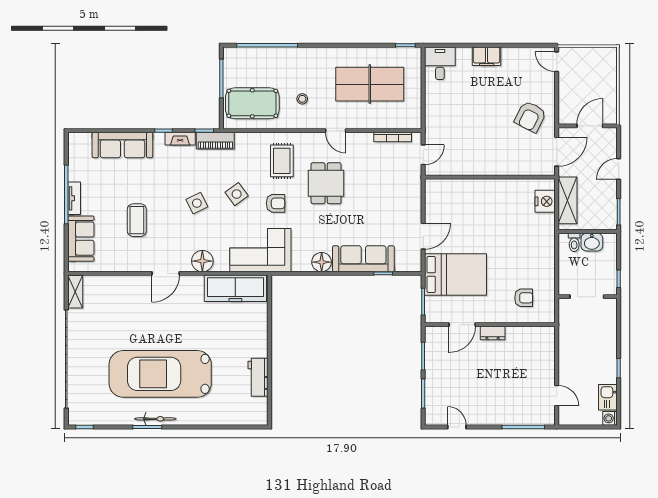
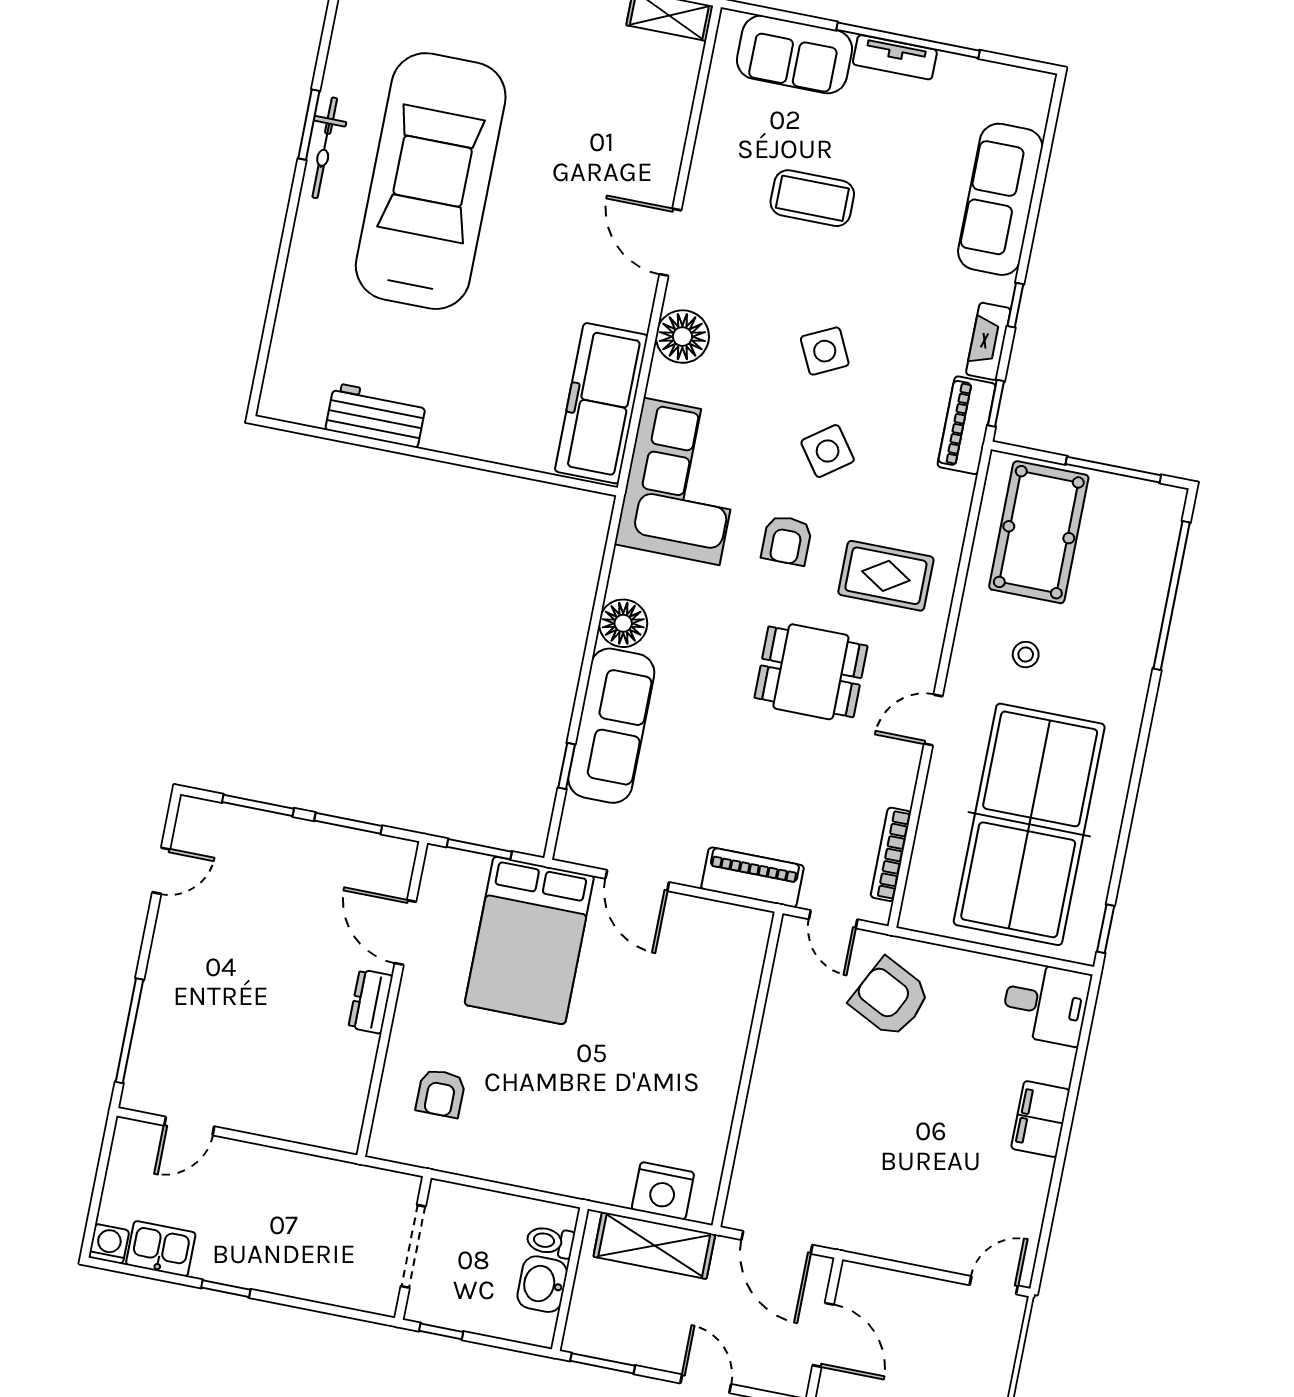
table tennis table: (370, 84) -> (1029, 824), width x1.36, depth x1.32
armchair: (530, 117) -> (890, 998), moved
piano: (413, 190) -> (753, 877), added

